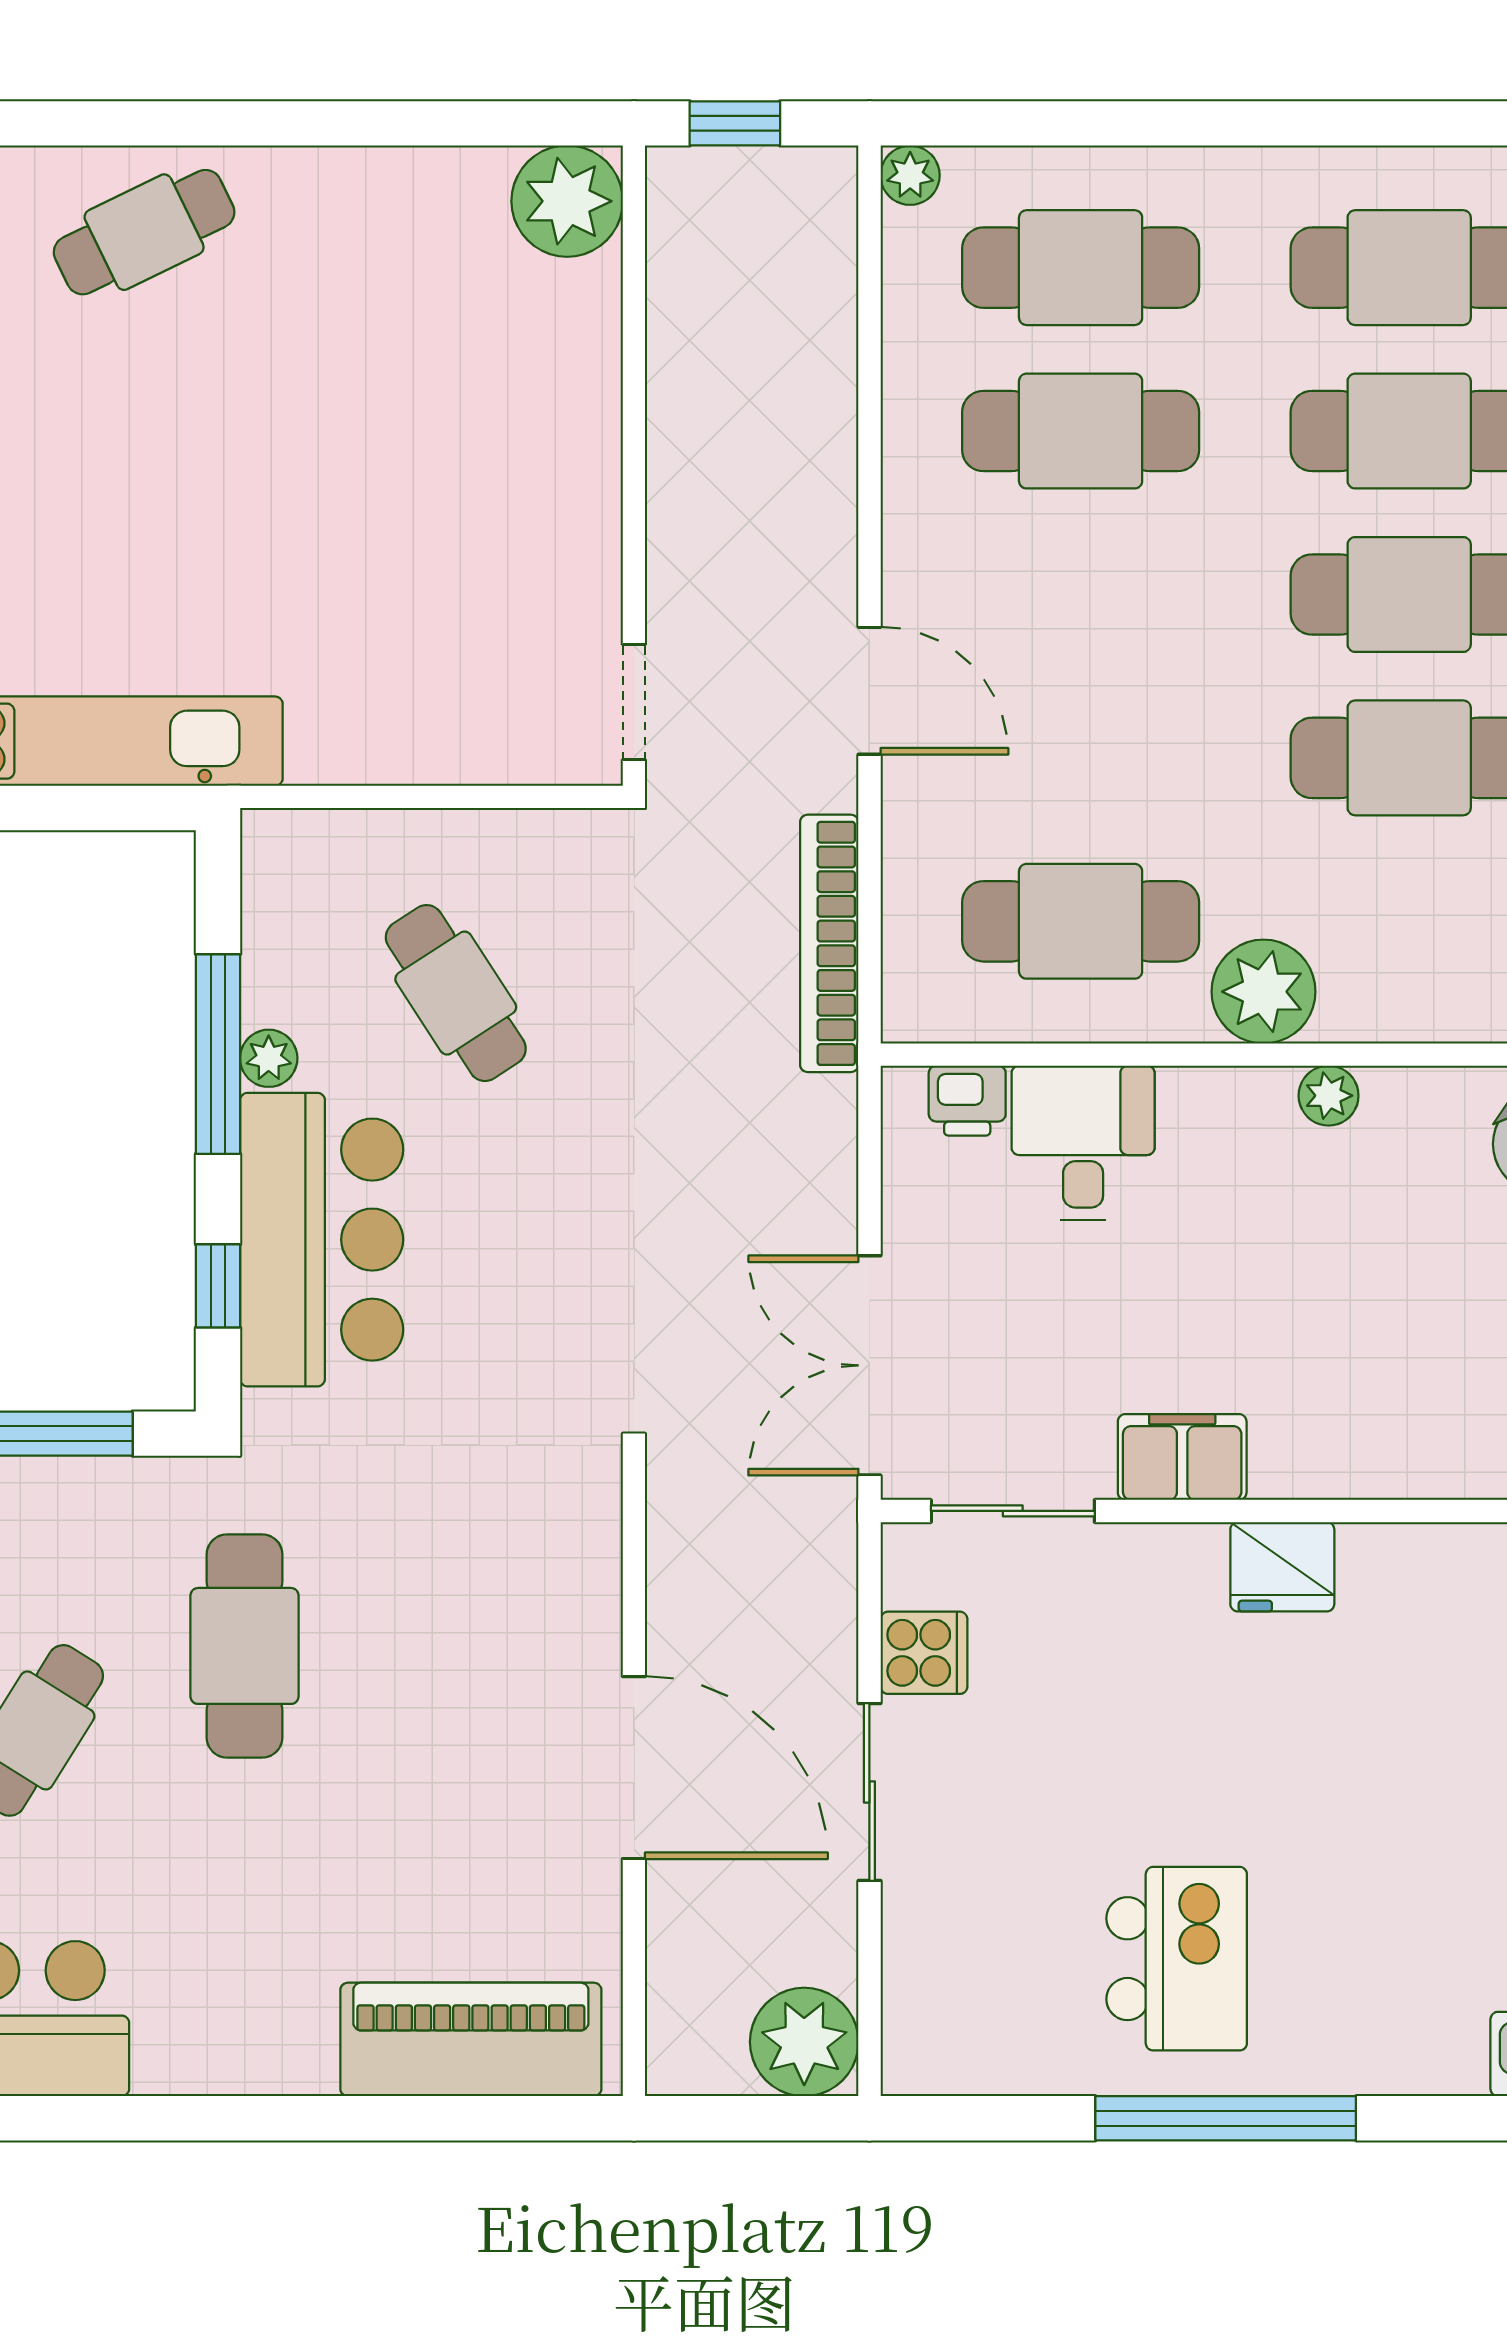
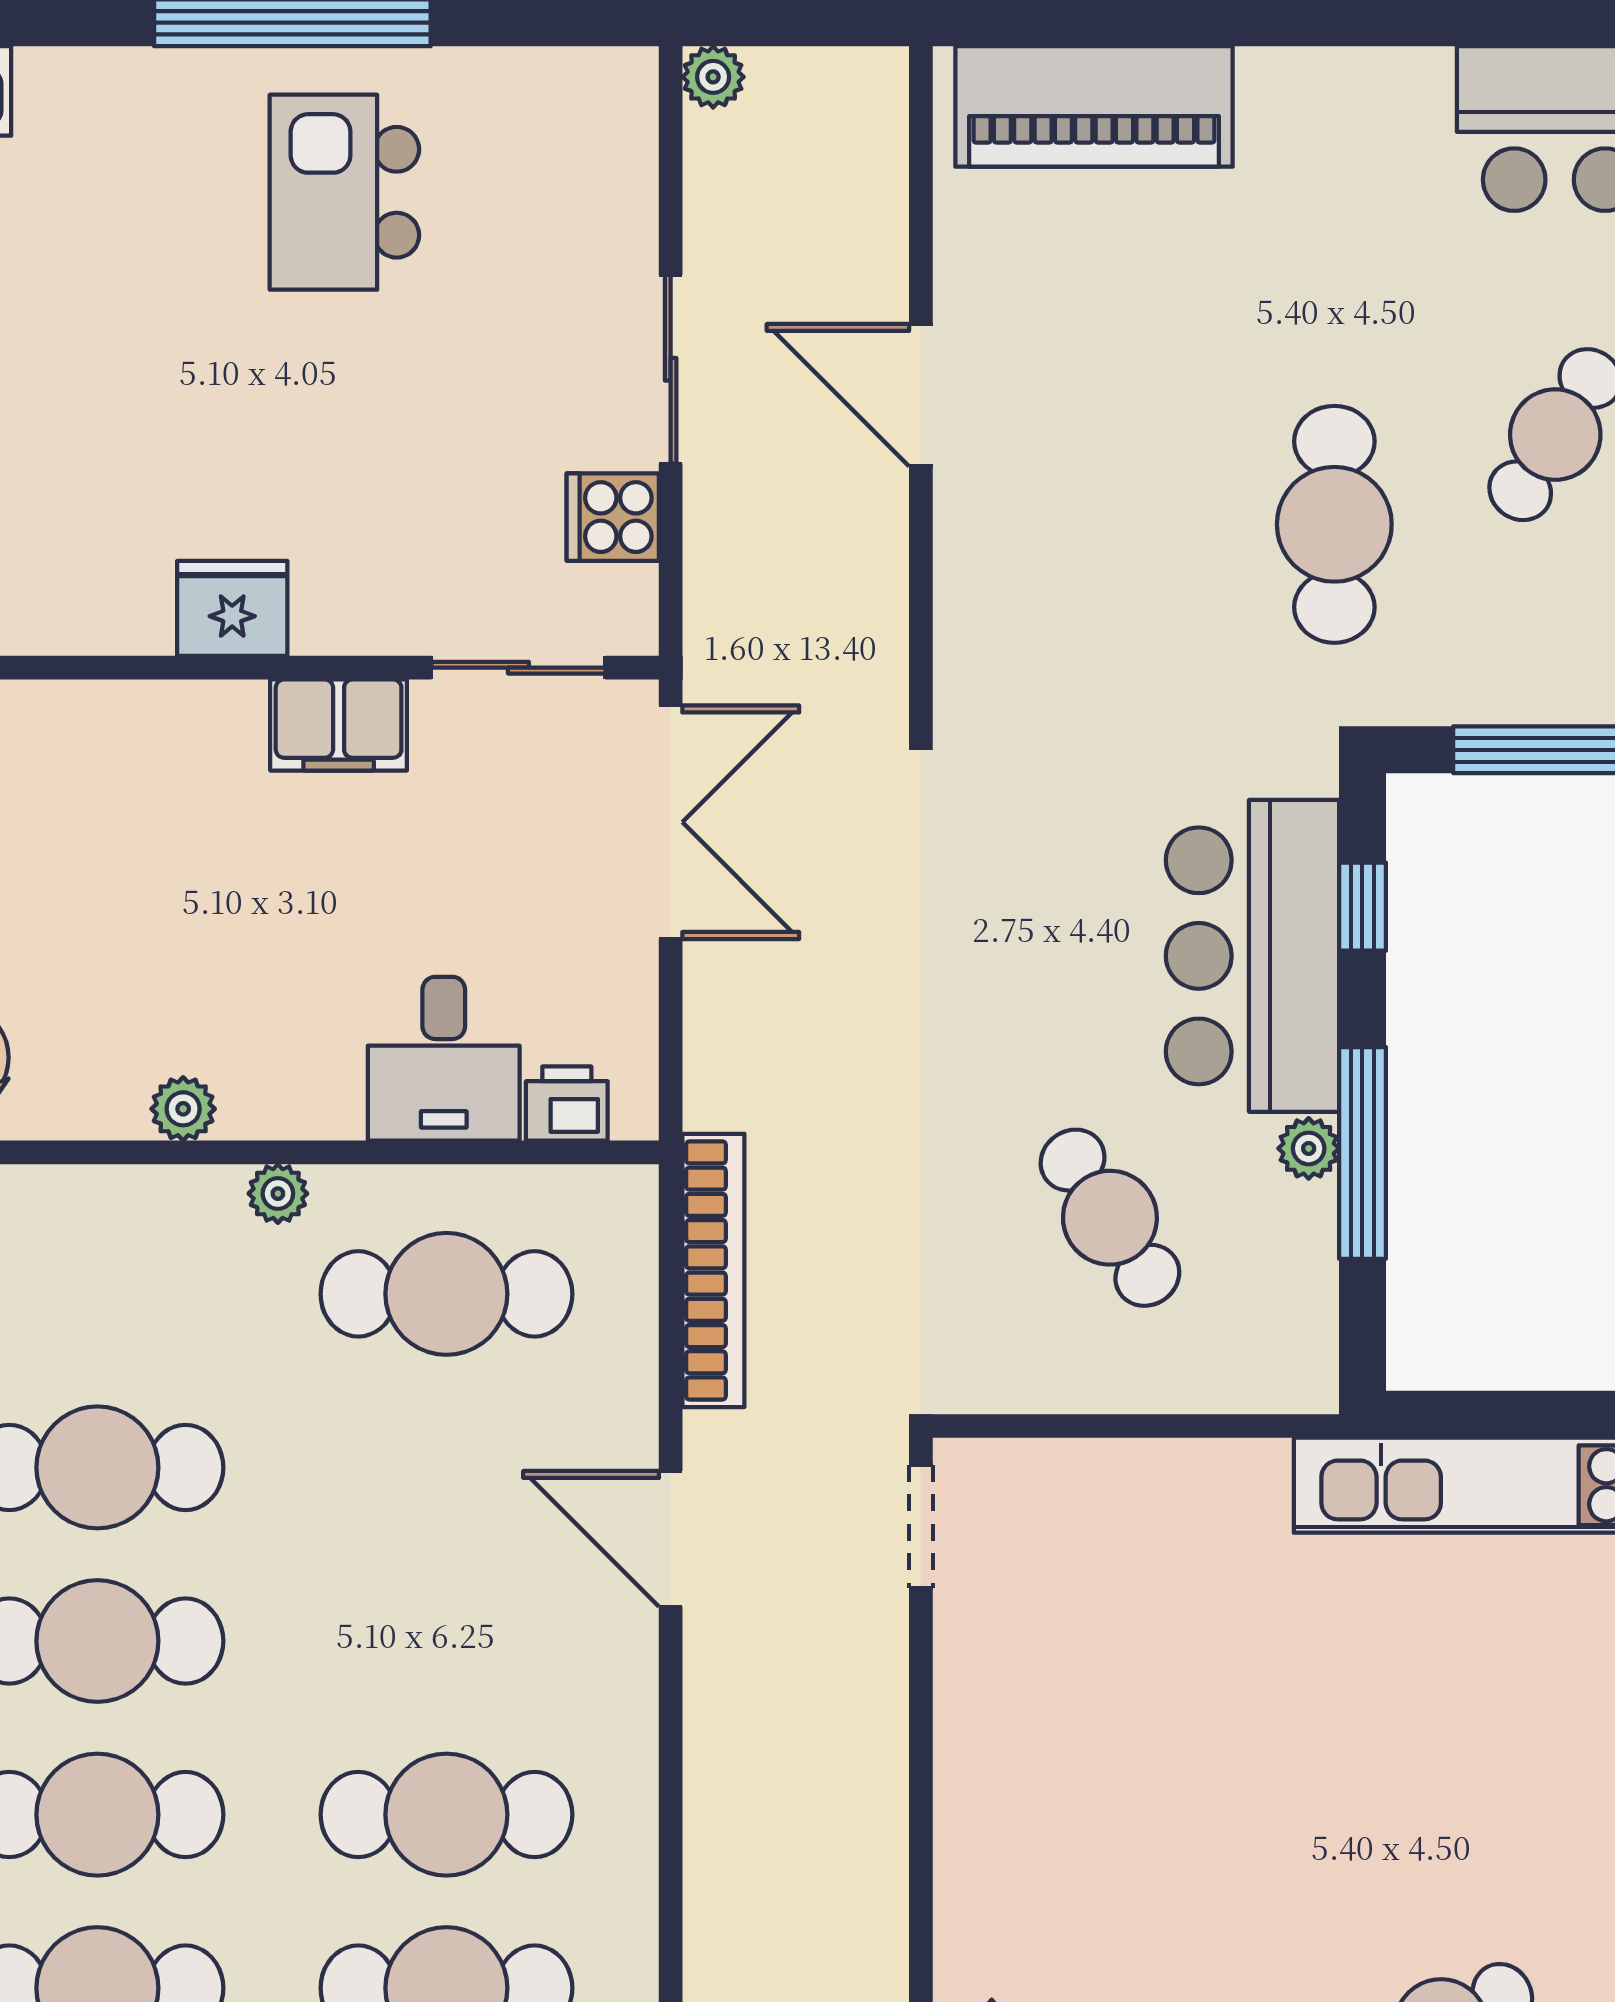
plant: (1264, 992) -> (278, 1194), width x0.53, depth x0.53
door: (634, 1768) -> (921, 395), width x0.73
plant: (804, 2042) -> (713, 77), width x0.53, depth x0.53

